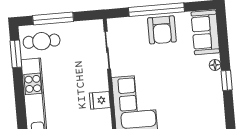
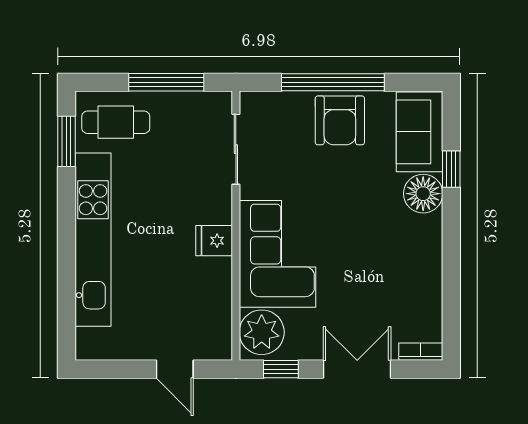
window: (53, 19) -> (166, 82), moved
floor lamp: (215, 65) -> (423, 194), width x1.89, depth x1.89
window: (227, 80) -> (451, 169), moved

